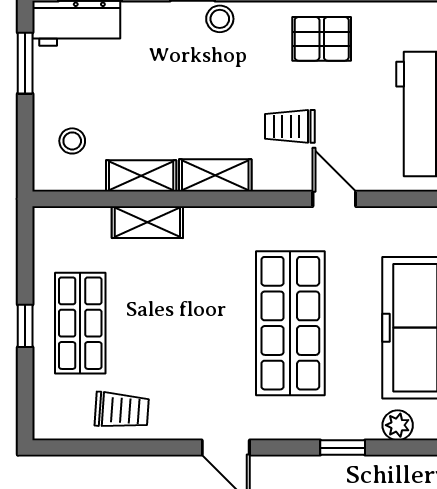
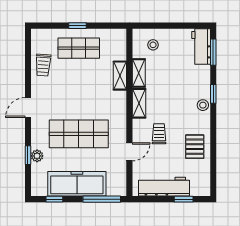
window: (25, 63) -> (185, 26), removed
plant: (398, 425) -> (37, 156), moved

